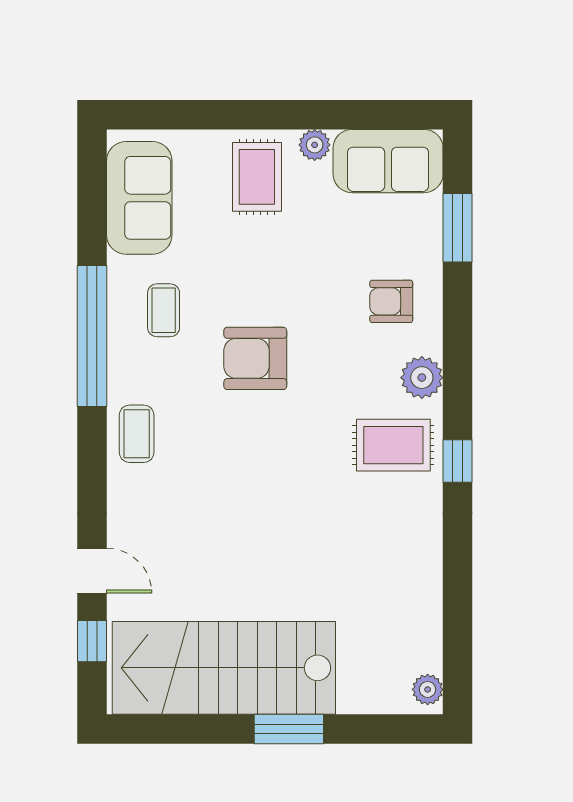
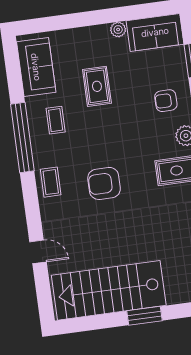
rug: (257, 177) -> (97, 86), moved
armchair: (255, 358) -> (104, 183), moved
window: (92, 641) -> (43, 286), removed

